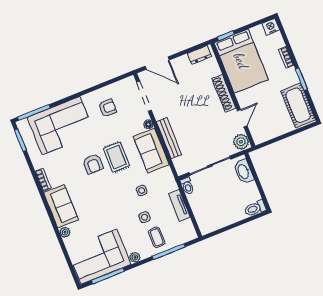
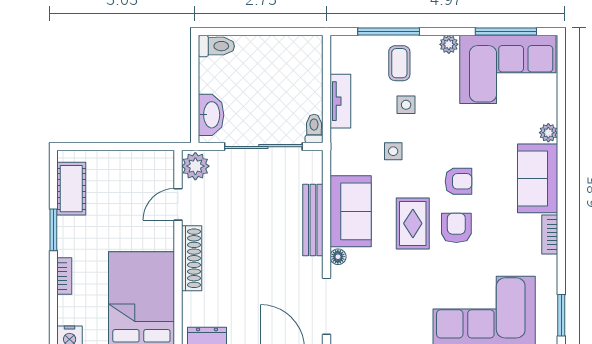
cot: (298, 105) -> (71, 189), width x0.73, depth x0.75
armchair: (107, 108) -> (458, 181), moved, turned 180

